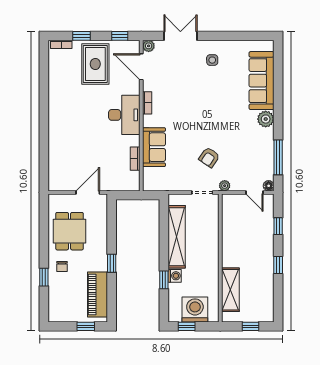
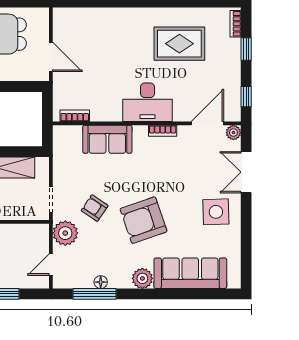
double door: (180, 36) -> (246, 172), swing flipped
side table: (212, 60) -> (216, 212), width x1.87, depth x1.87
rug: (95, 64) -> (179, 44), moved
armchair: (219, 118) -> (144, 220), added
bookcase: (135, 159) -> (75, 116), moved
plant: (225, 186) -> (65, 233), width x1.88, depth x1.88
floor lamp: (269, 186) -> (101, 282), moved

